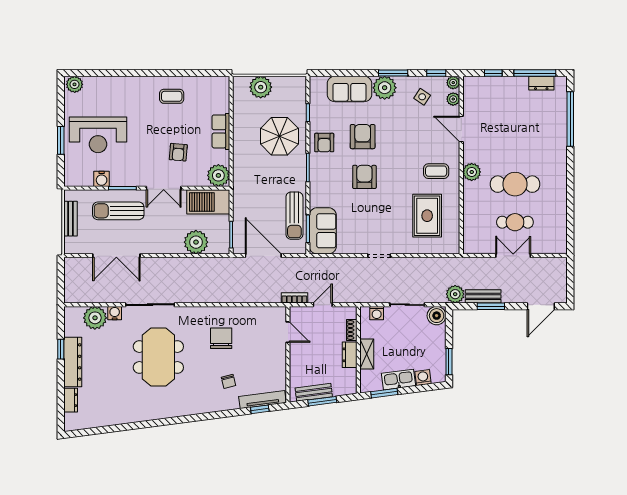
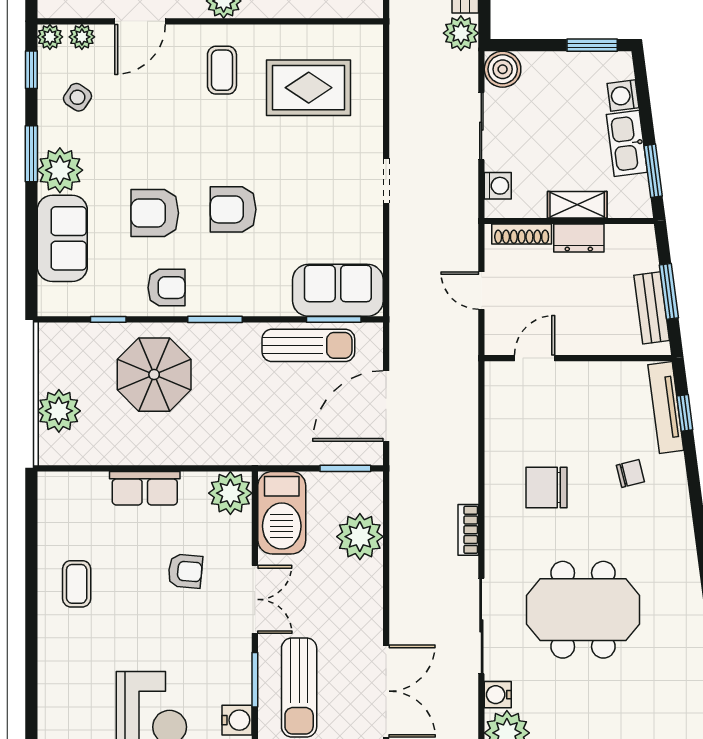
bookcase: (294, 298) -> (468, 530), moved
shoe rack: (352, 330) -> (522, 234), width x1.43

